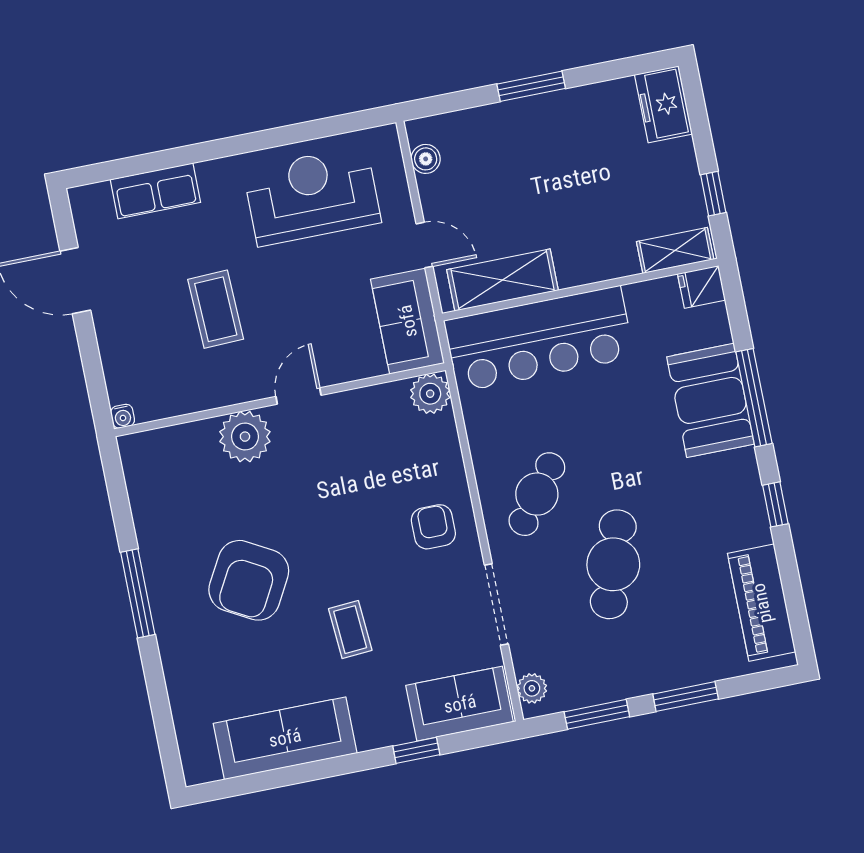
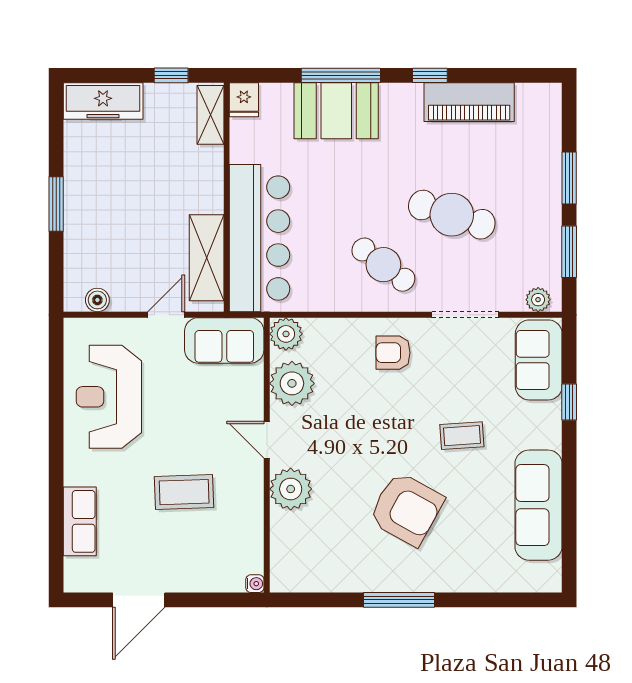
freezer: (663, 104) -> (103, 101), width x1.40
plant: (372, 413) -> (292, 383), added
piano: (762, 603) -> (469, 102), moved

